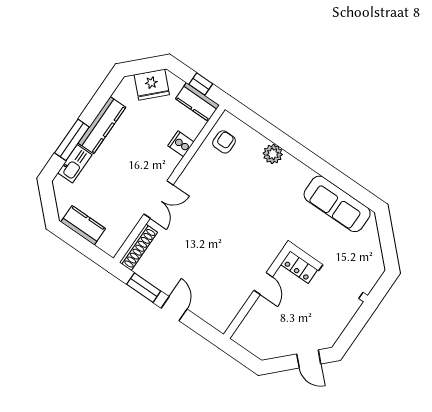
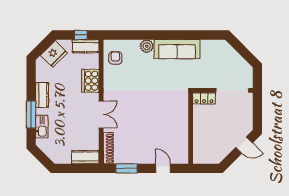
kitchen counter: (102, 125) -> (42, 95), width x0.67
cooker: (181, 144) -> (90, 81), width x1.87, depth x1.31
sofa: (337, 204) -> (177, 49), moved
kitchen counter: (83, 225) -> (85, 157), moved
door: (263, 284) -> (191, 121), removed
door: (174, 309) -> (163, 168), moved

